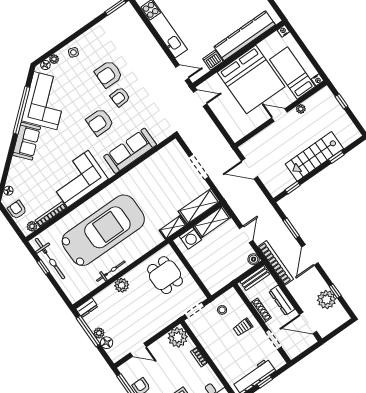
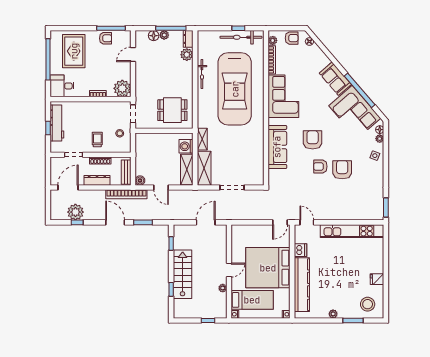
door: (182, 73) -> (307, 222), swing flipped
armchair: (120, 97) -> (320, 166), turned -87
plant: (122, 285) -> (187, 55), moved

